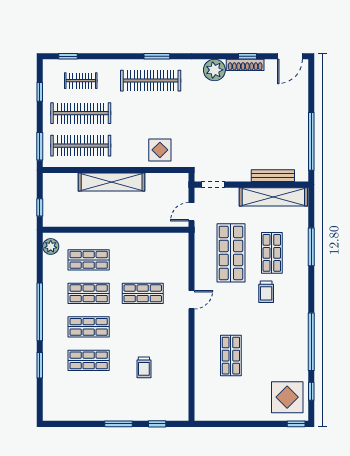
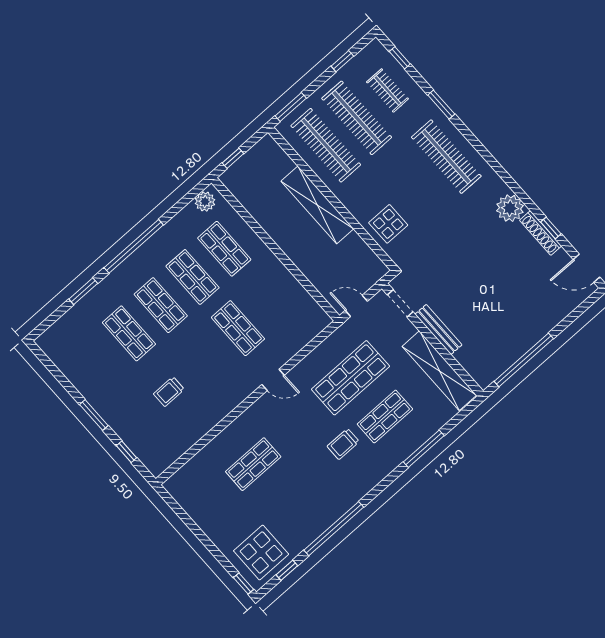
window: (157, 56) -> (441, 105), moved
bench: (273, 176) -> (439, 329), moved

